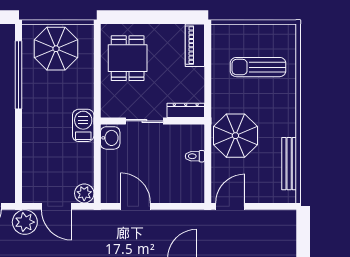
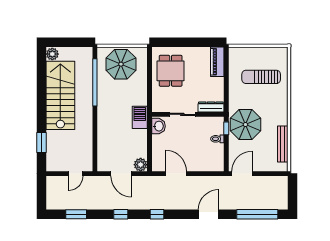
window: (208, 141) -> (226, 128), added
plant: (25, 222) -> (99, 185), removed

